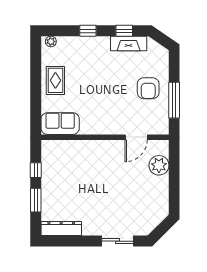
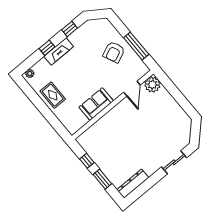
fireplace: (129, 44) -> (59, 51), moved
armchair: (148, 88) -> (114, 52), turned 66
sofa: (60, 124) -> (96, 104), moved
plant: (159, 165) -> (152, 85), moved

